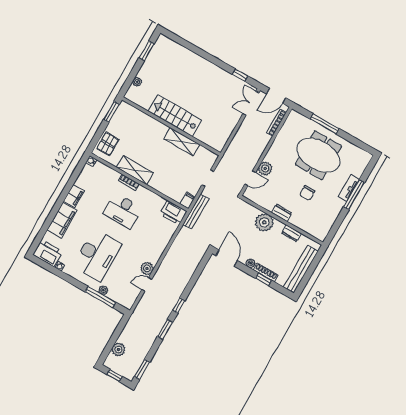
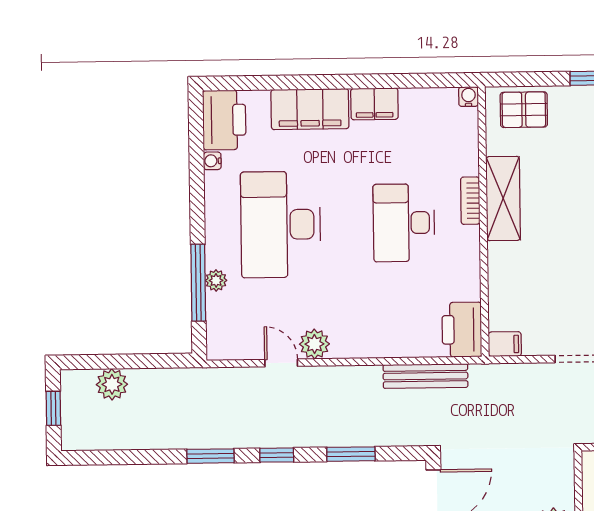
bench: (196, 212) -> (425, 376), moved
desk: (97, 255) -> (281, 224), turned 90
window: (142, 370) -> (351, 454), moved

